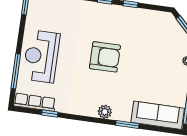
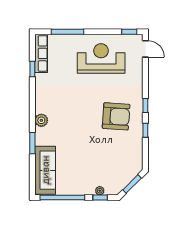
reception desk: (41, 56) -> (101, 59), moved
armchair: (105, 57) -> (116, 116), moved, turned -86

